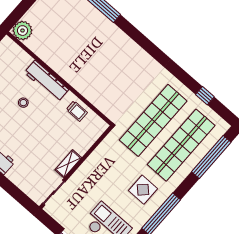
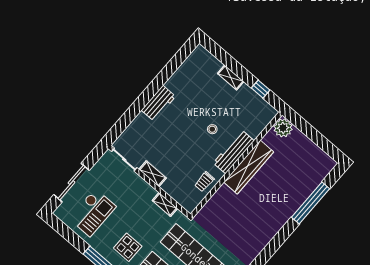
wardrobe: (62, 66) -> (249, 167), added
shelving: (100, 152) -> (165, 205), added

